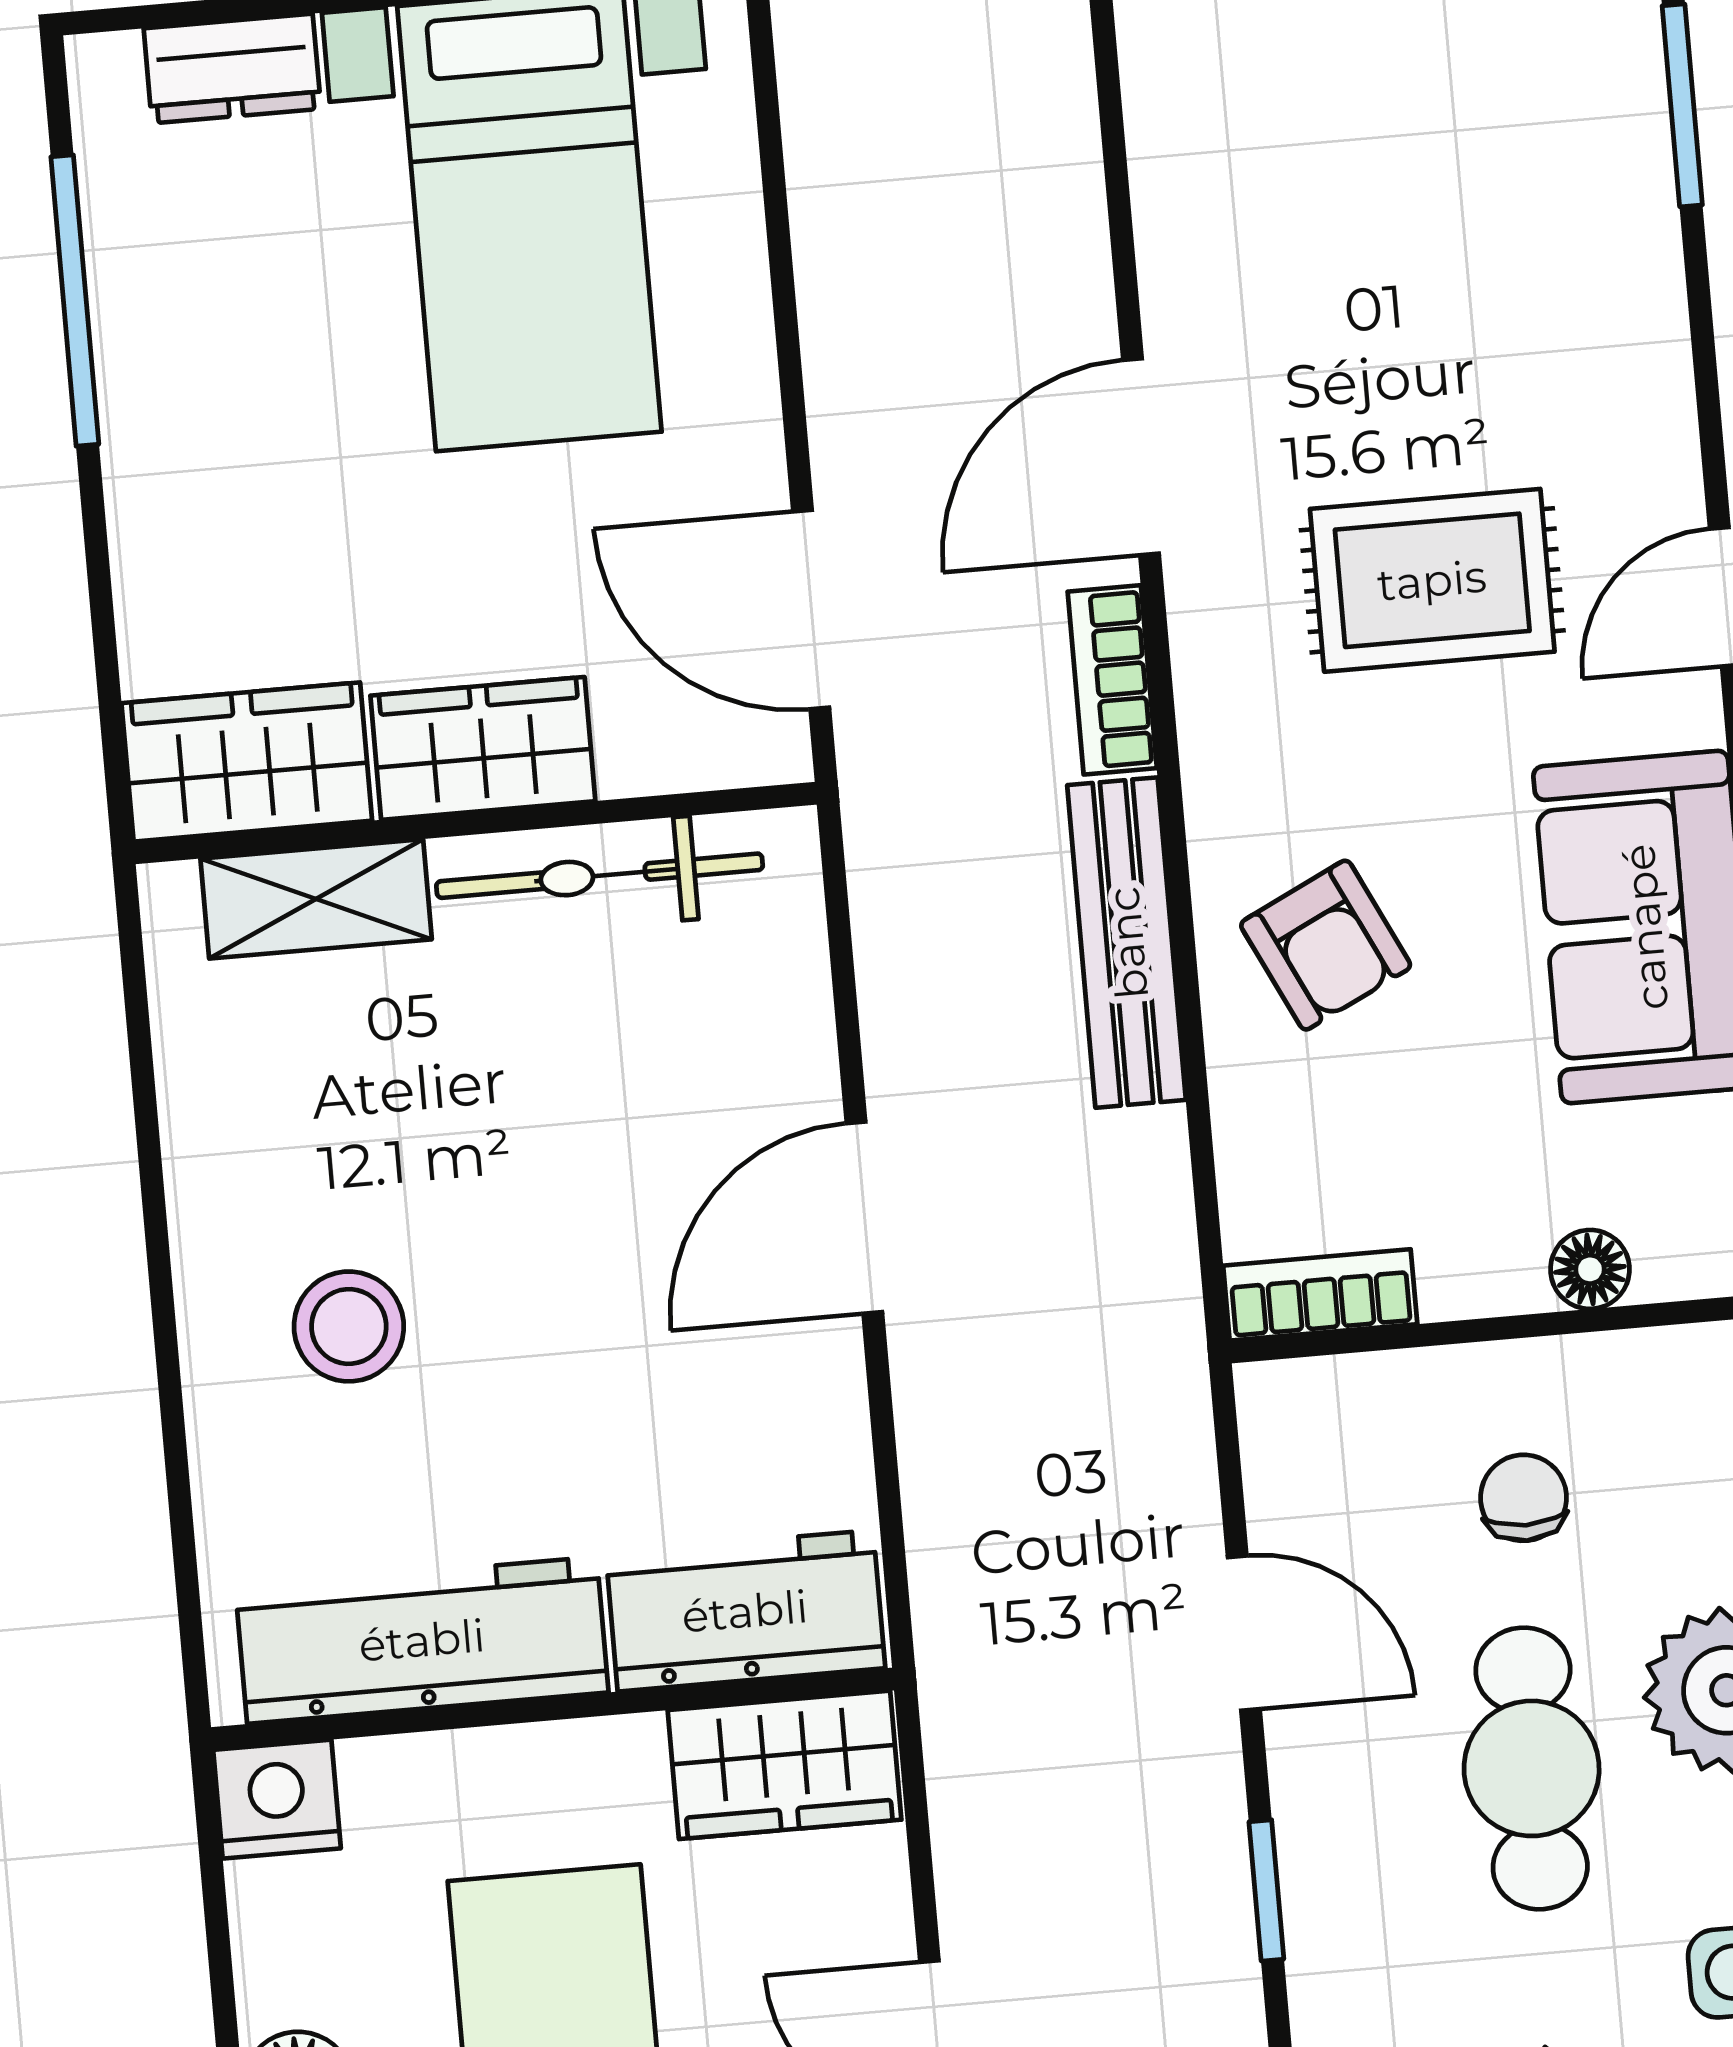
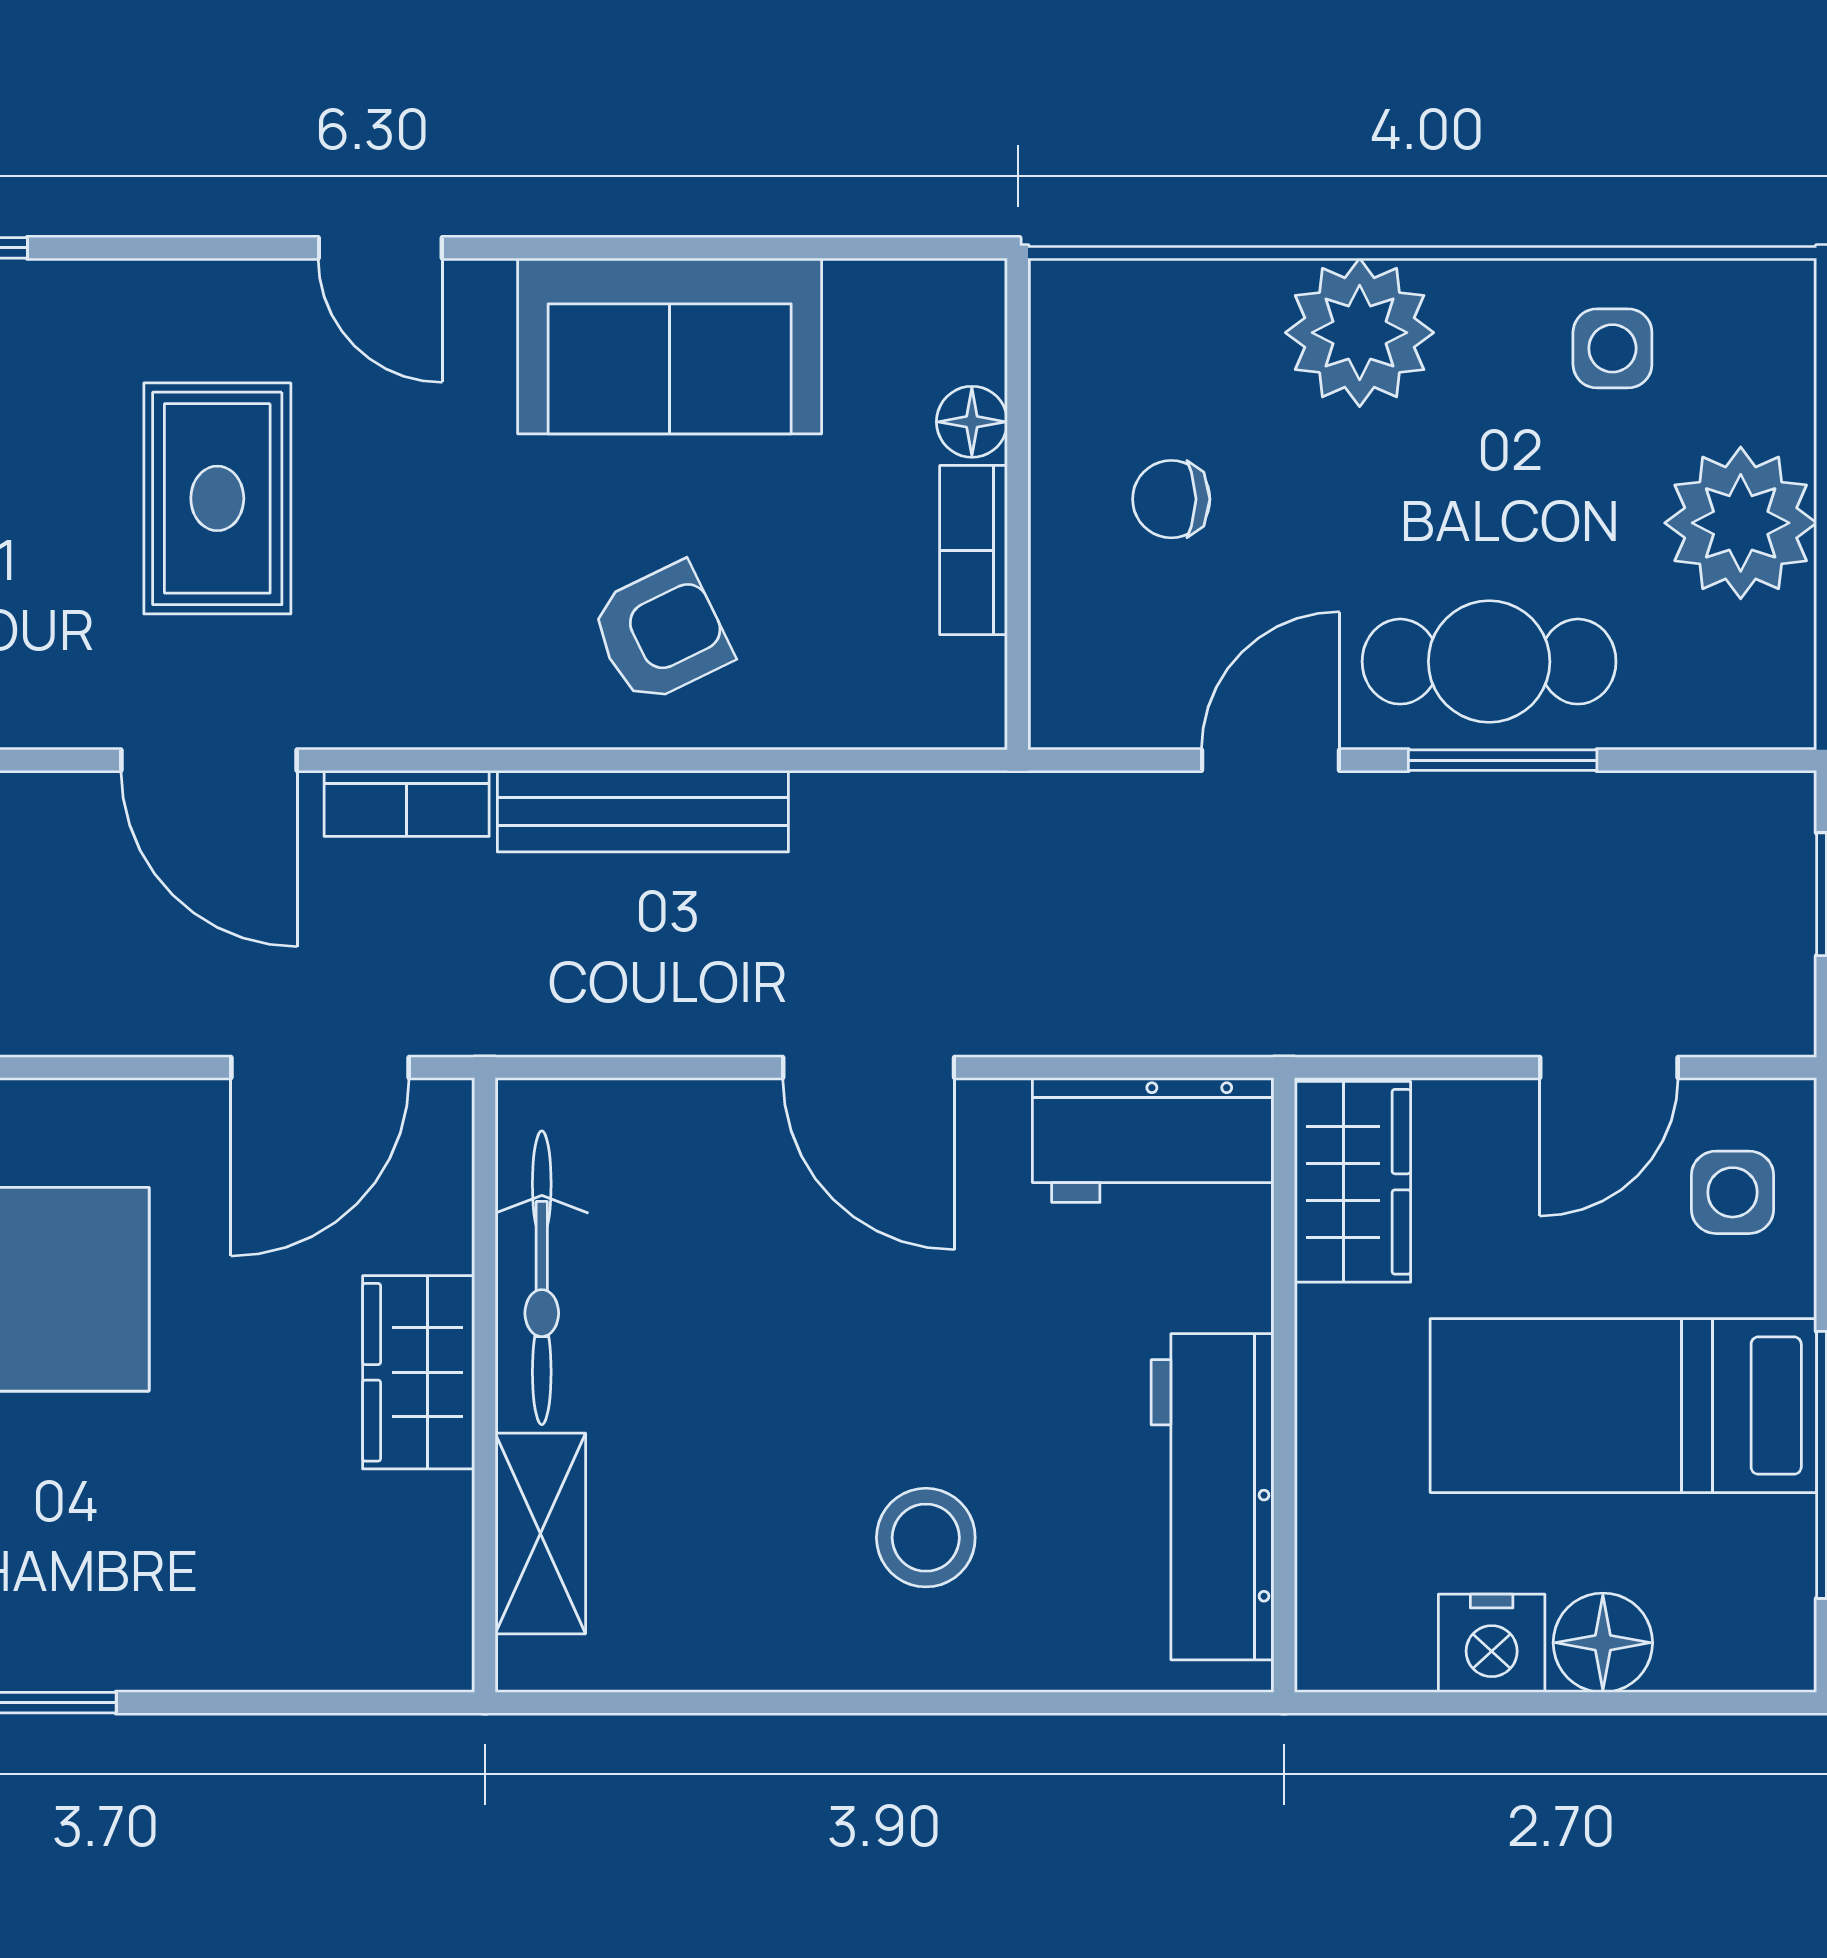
rug: (1432, 580) -> (217, 498), moved
wardrobe: (247, 762) -> (412, 1585), removed
bookcase: (1320, 1295) -> (974, 550), moved
workbench: (745, 1611) -> (1153, 1140), moved, turned -90
cafe table: (1532, 1768) -> (1489, 662), moved
nightstand: (277, 1799) -> (1492, 1643), moved, turned -90
window: (1266, 1890) -> (1503, 760), width x1.50

